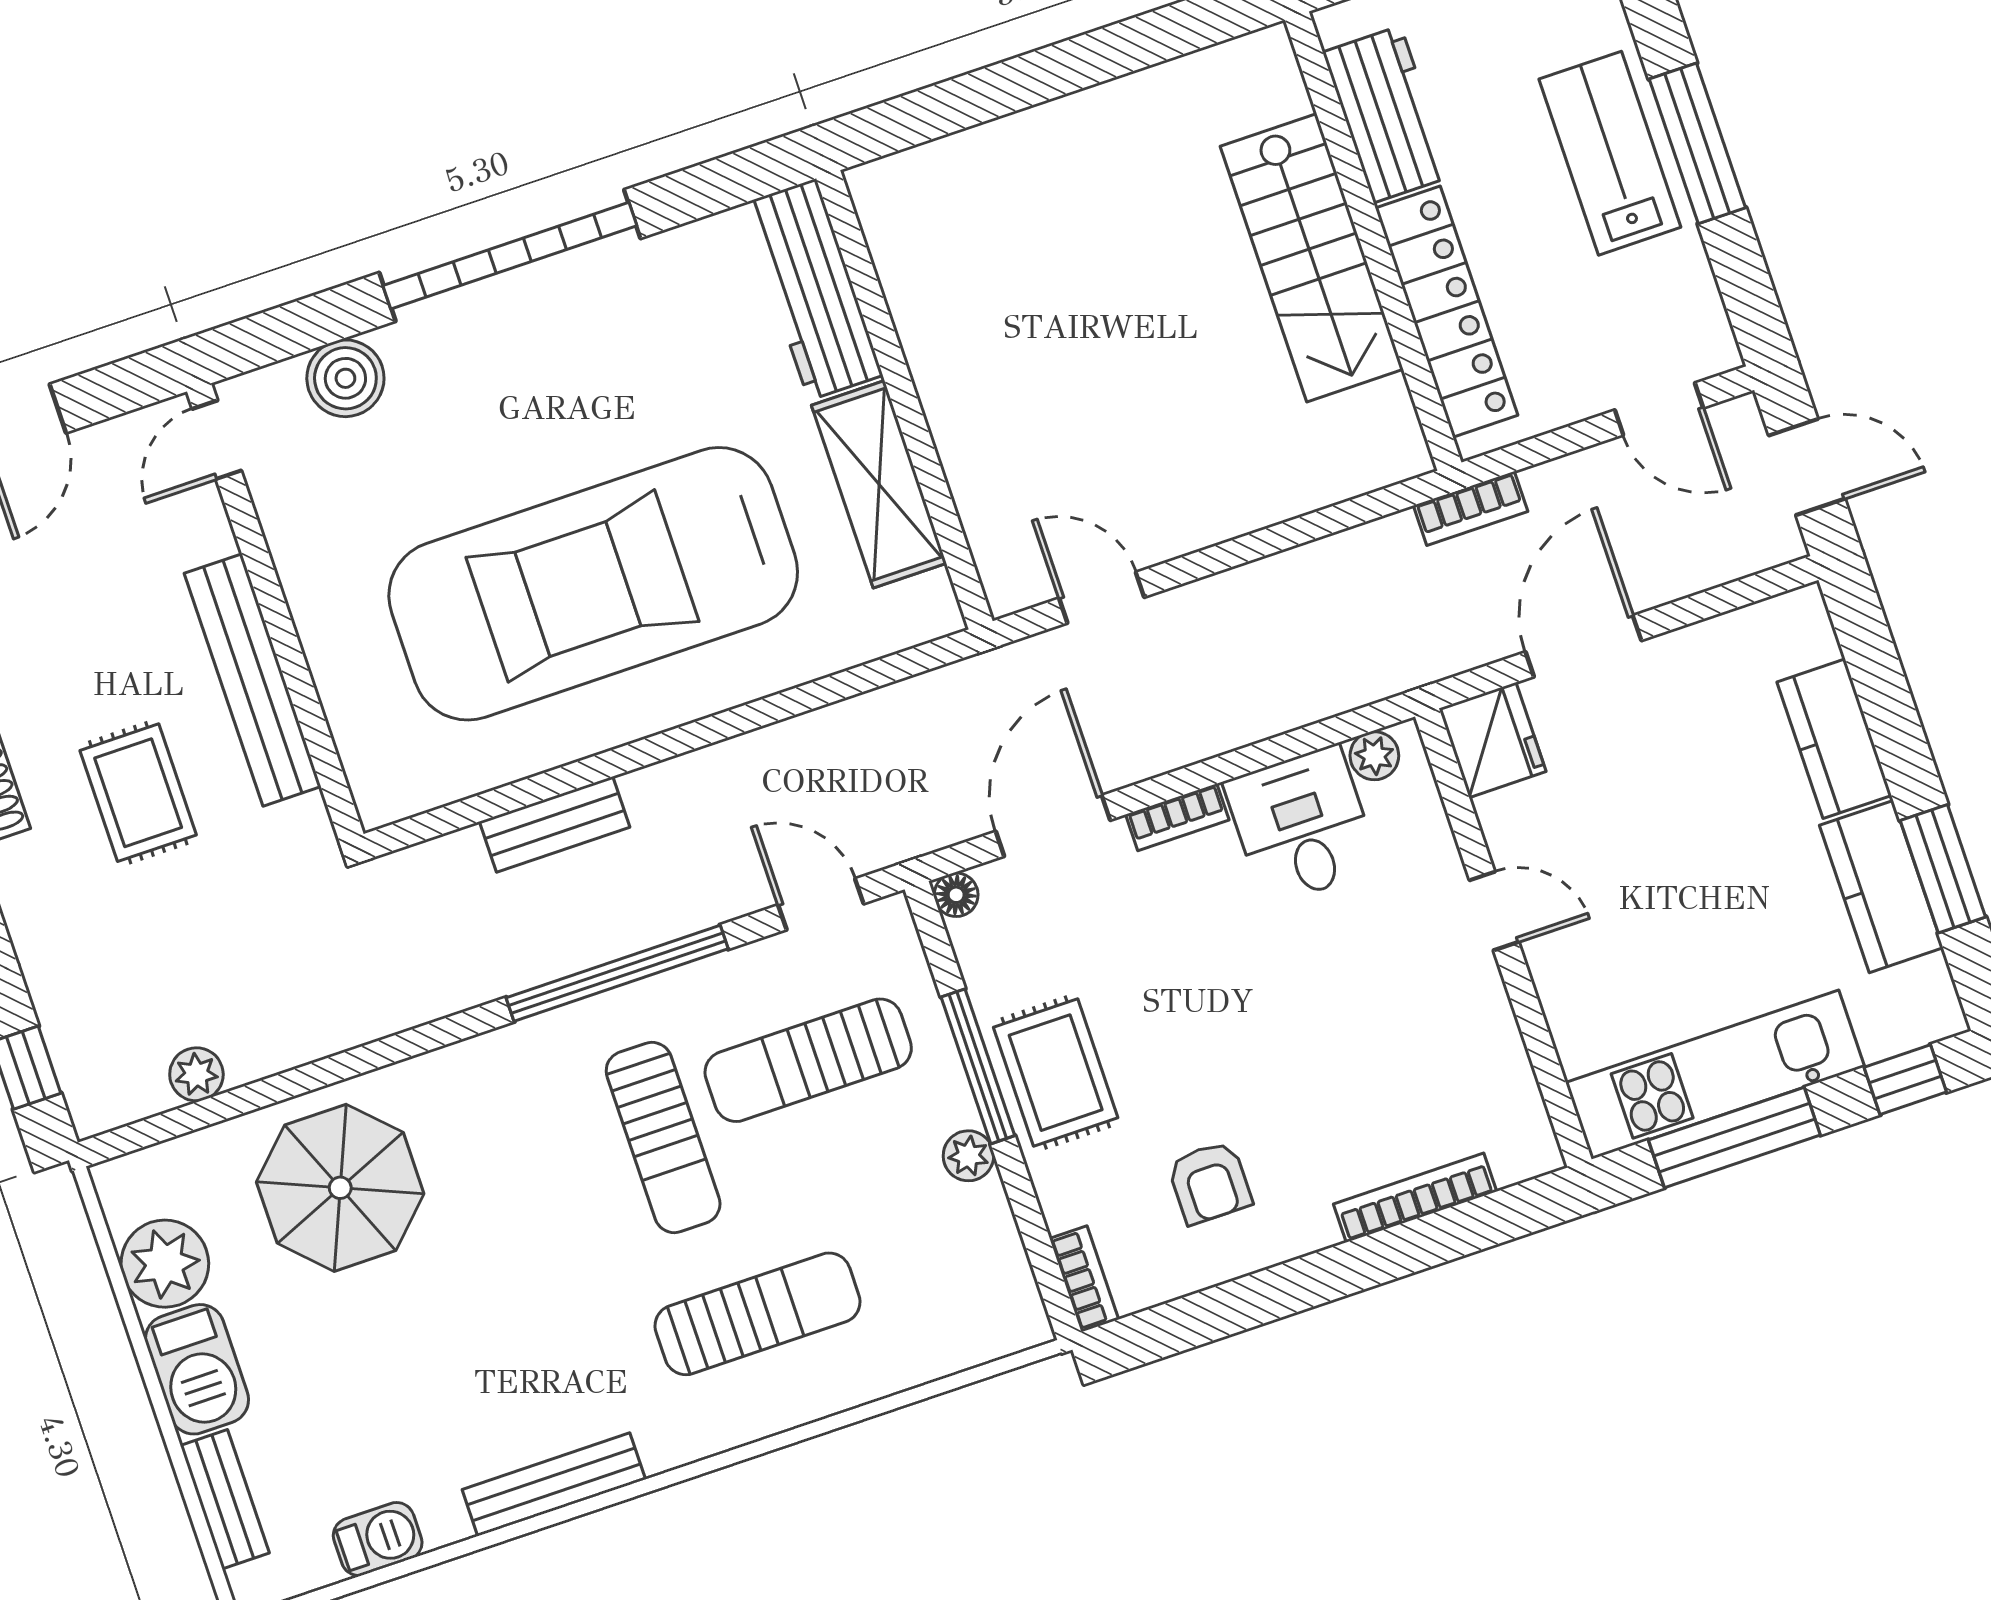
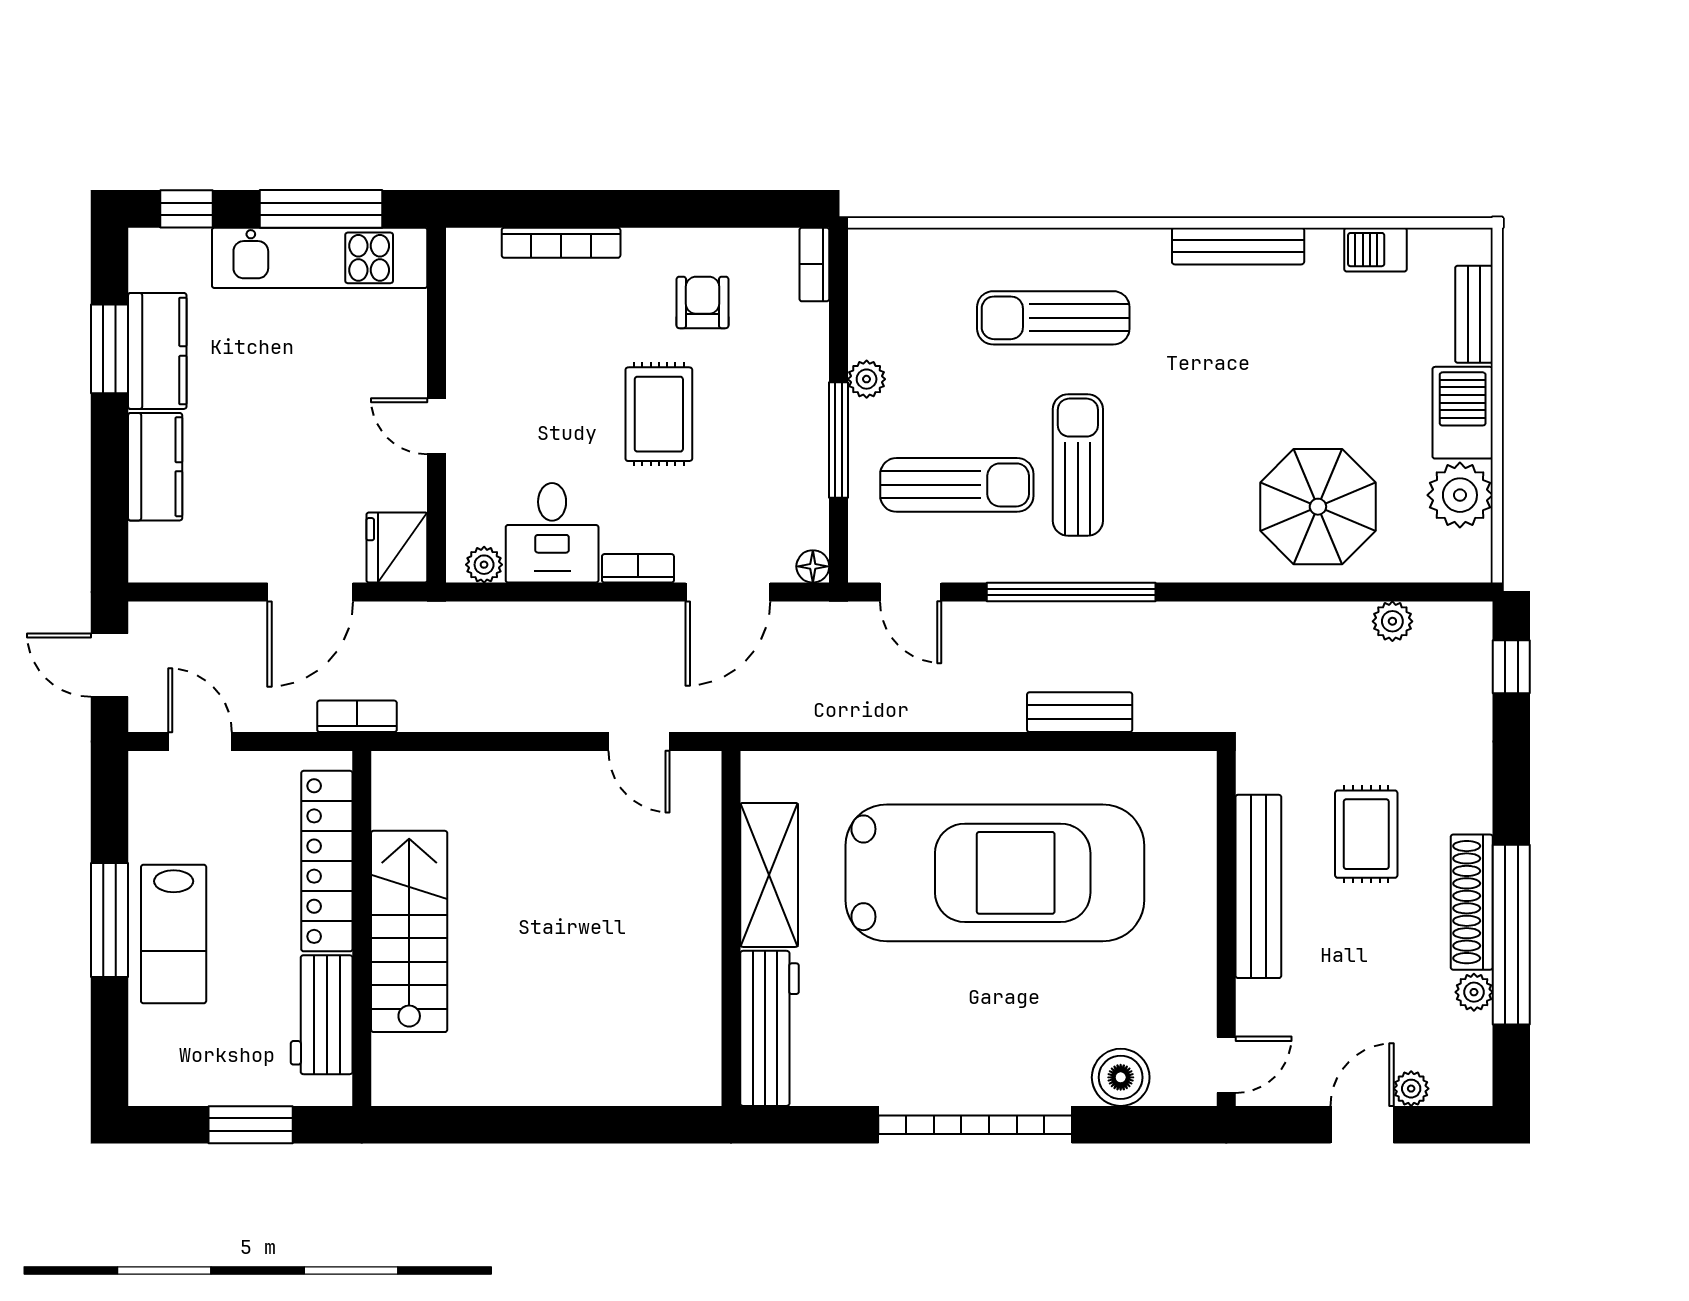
rug: (1056, 1073) -> (659, 414), moved

